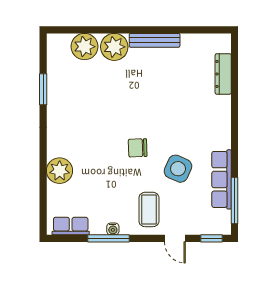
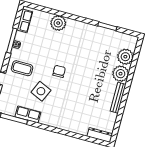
dresser: (223, 74) -> (100, 135), moved
row of seats: (222, 179) -> (28, 114), width x0.68

